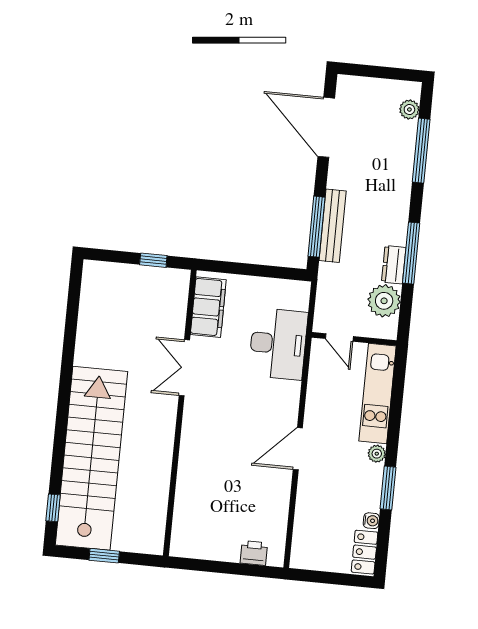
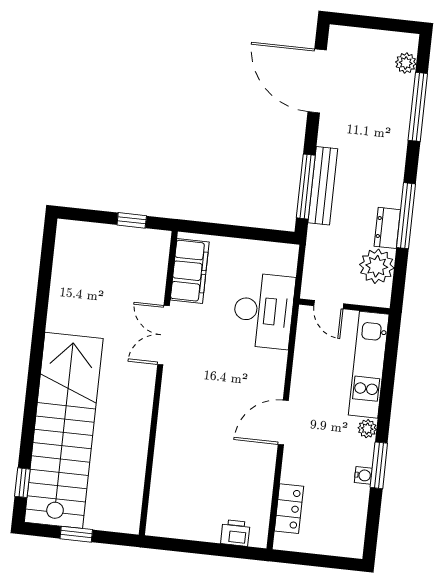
water cooler: (371, 521) -> (363, 475), moved
locker: (365, 552) -> (289, 509), moved, turned 180

